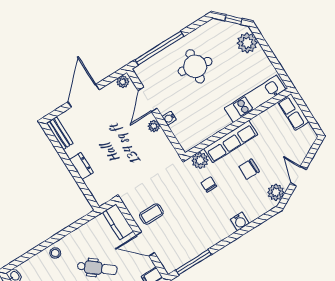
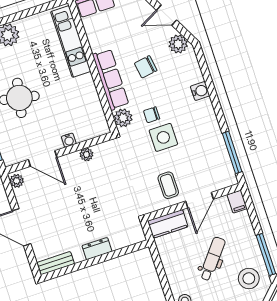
plant: (154, 126) -> (86, 154), moved
chair: (249, 169) -> (146, 67), turned 81
side table: (192, 199) -> (163, 137), added

